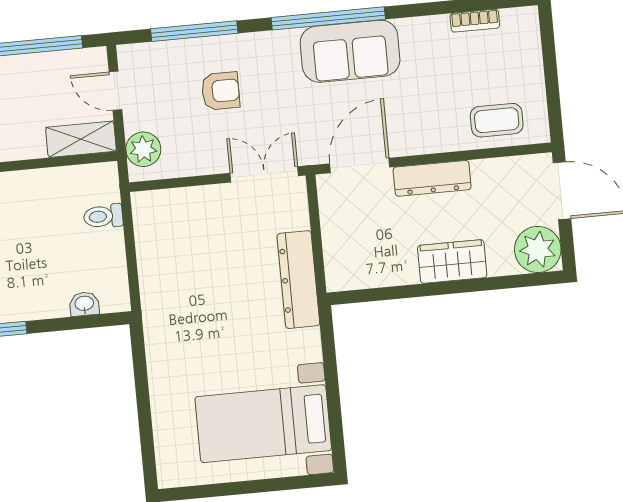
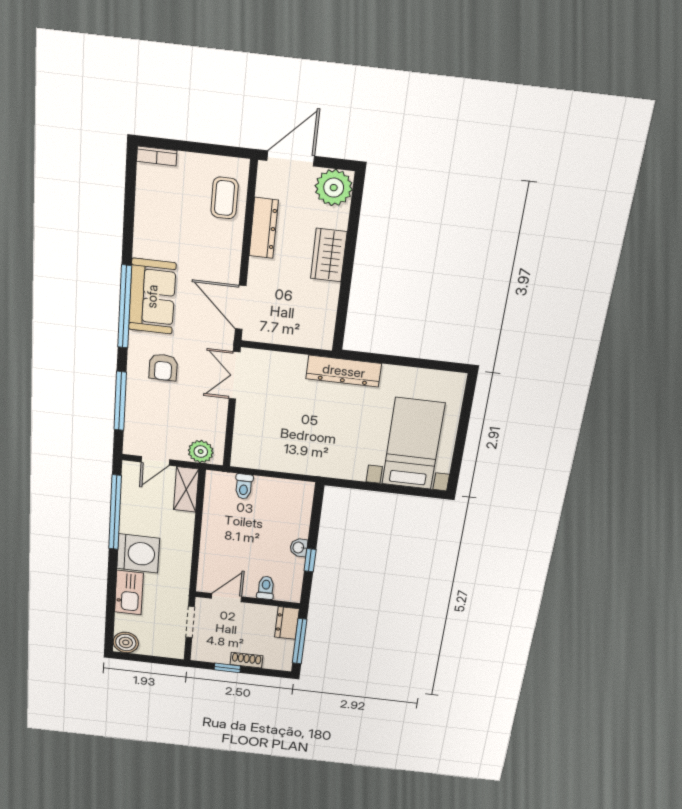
bookcase: (475, 21) -> (157, 156), moved, turned 90
armchair: (221, 91) -> (163, 367), moved, turned 180
dresser: (432, 178) -> (264, 228), moved
dresser: (298, 280) -> (344, 371), moved
washbasin: (84, 304) -> (299, 548), moved
bed with nightstands: (263, 424) -> (413, 444), moved, turned 180

